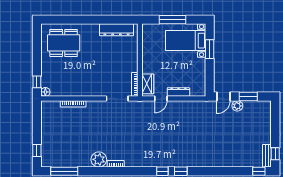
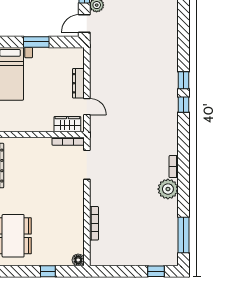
window: (210, 49) -> (36, 42), moved
window: (37, 82) -> (48, 271), moved
door: (223, 96) -> (84, 24), swing flipped

